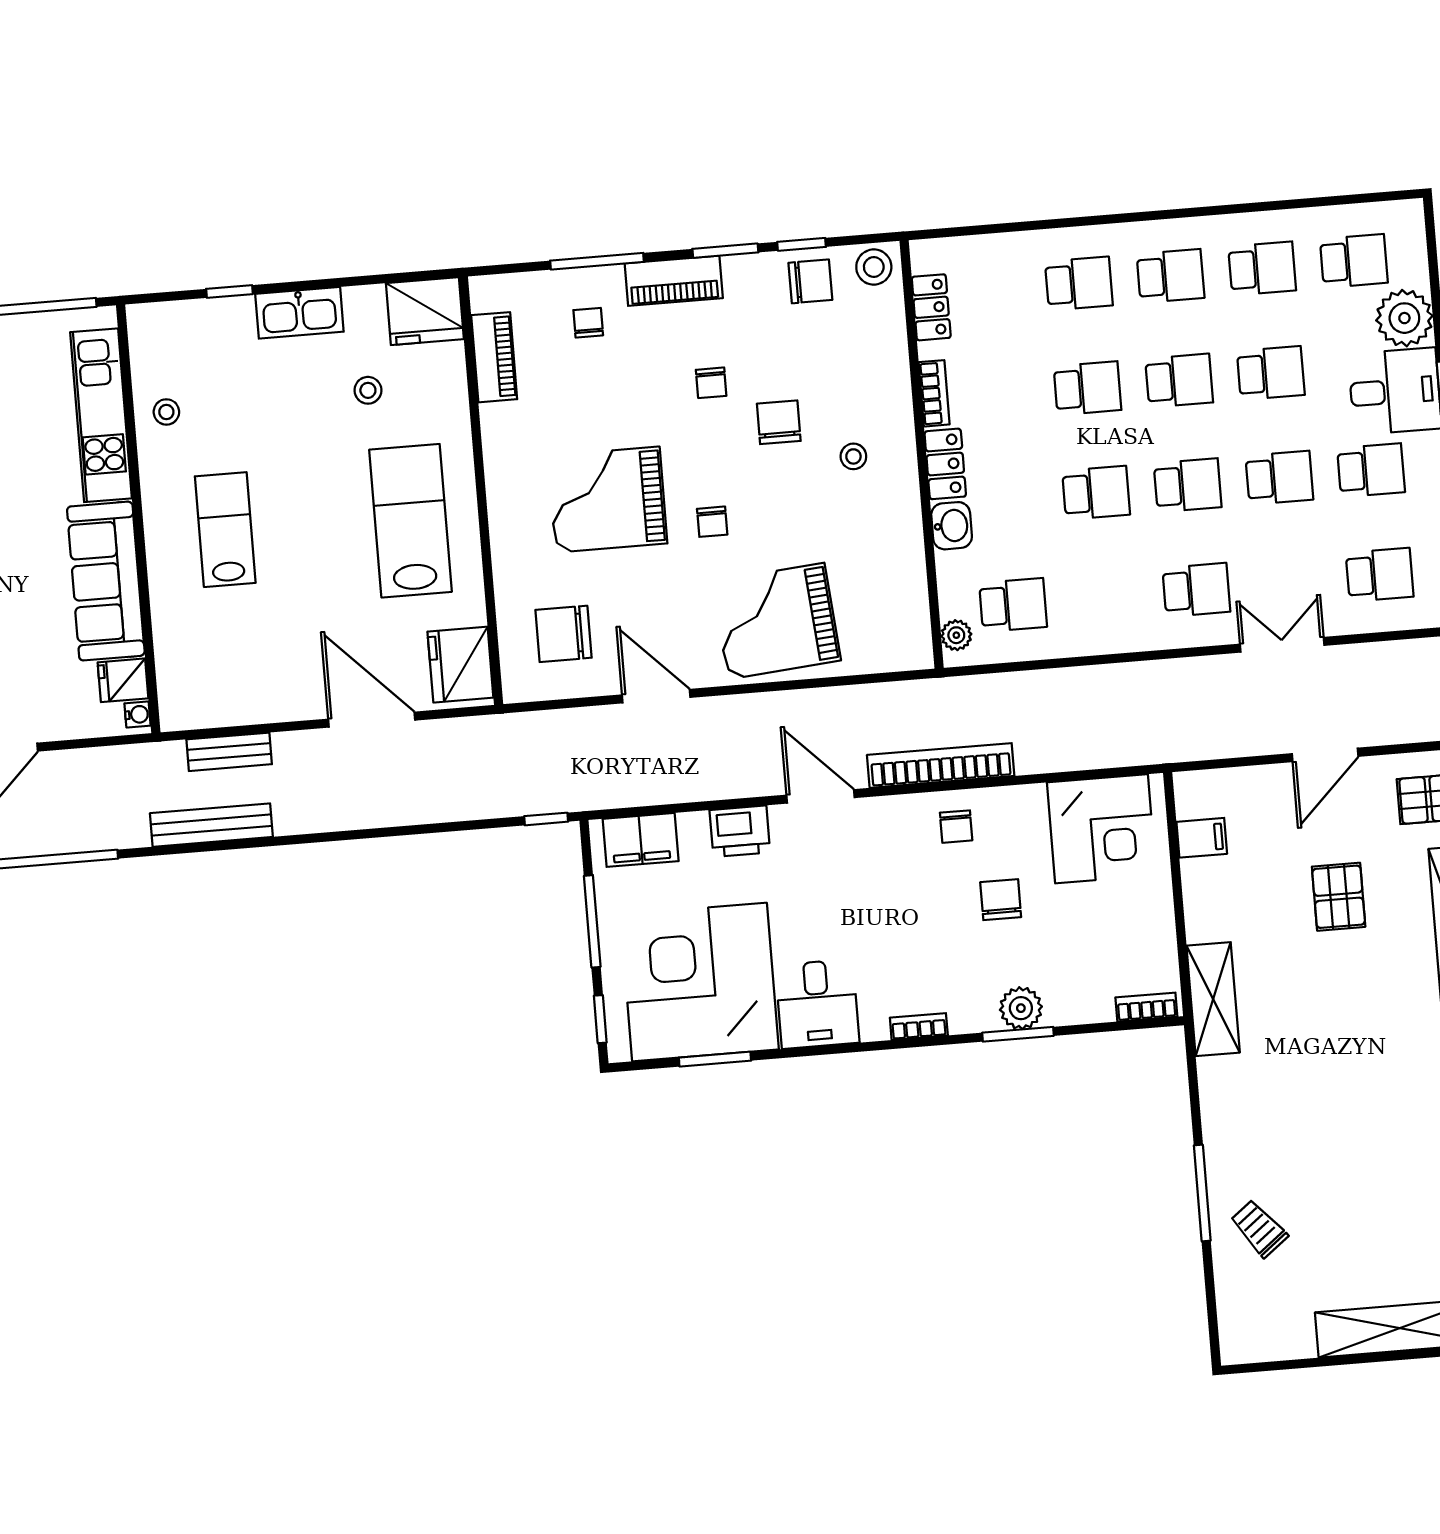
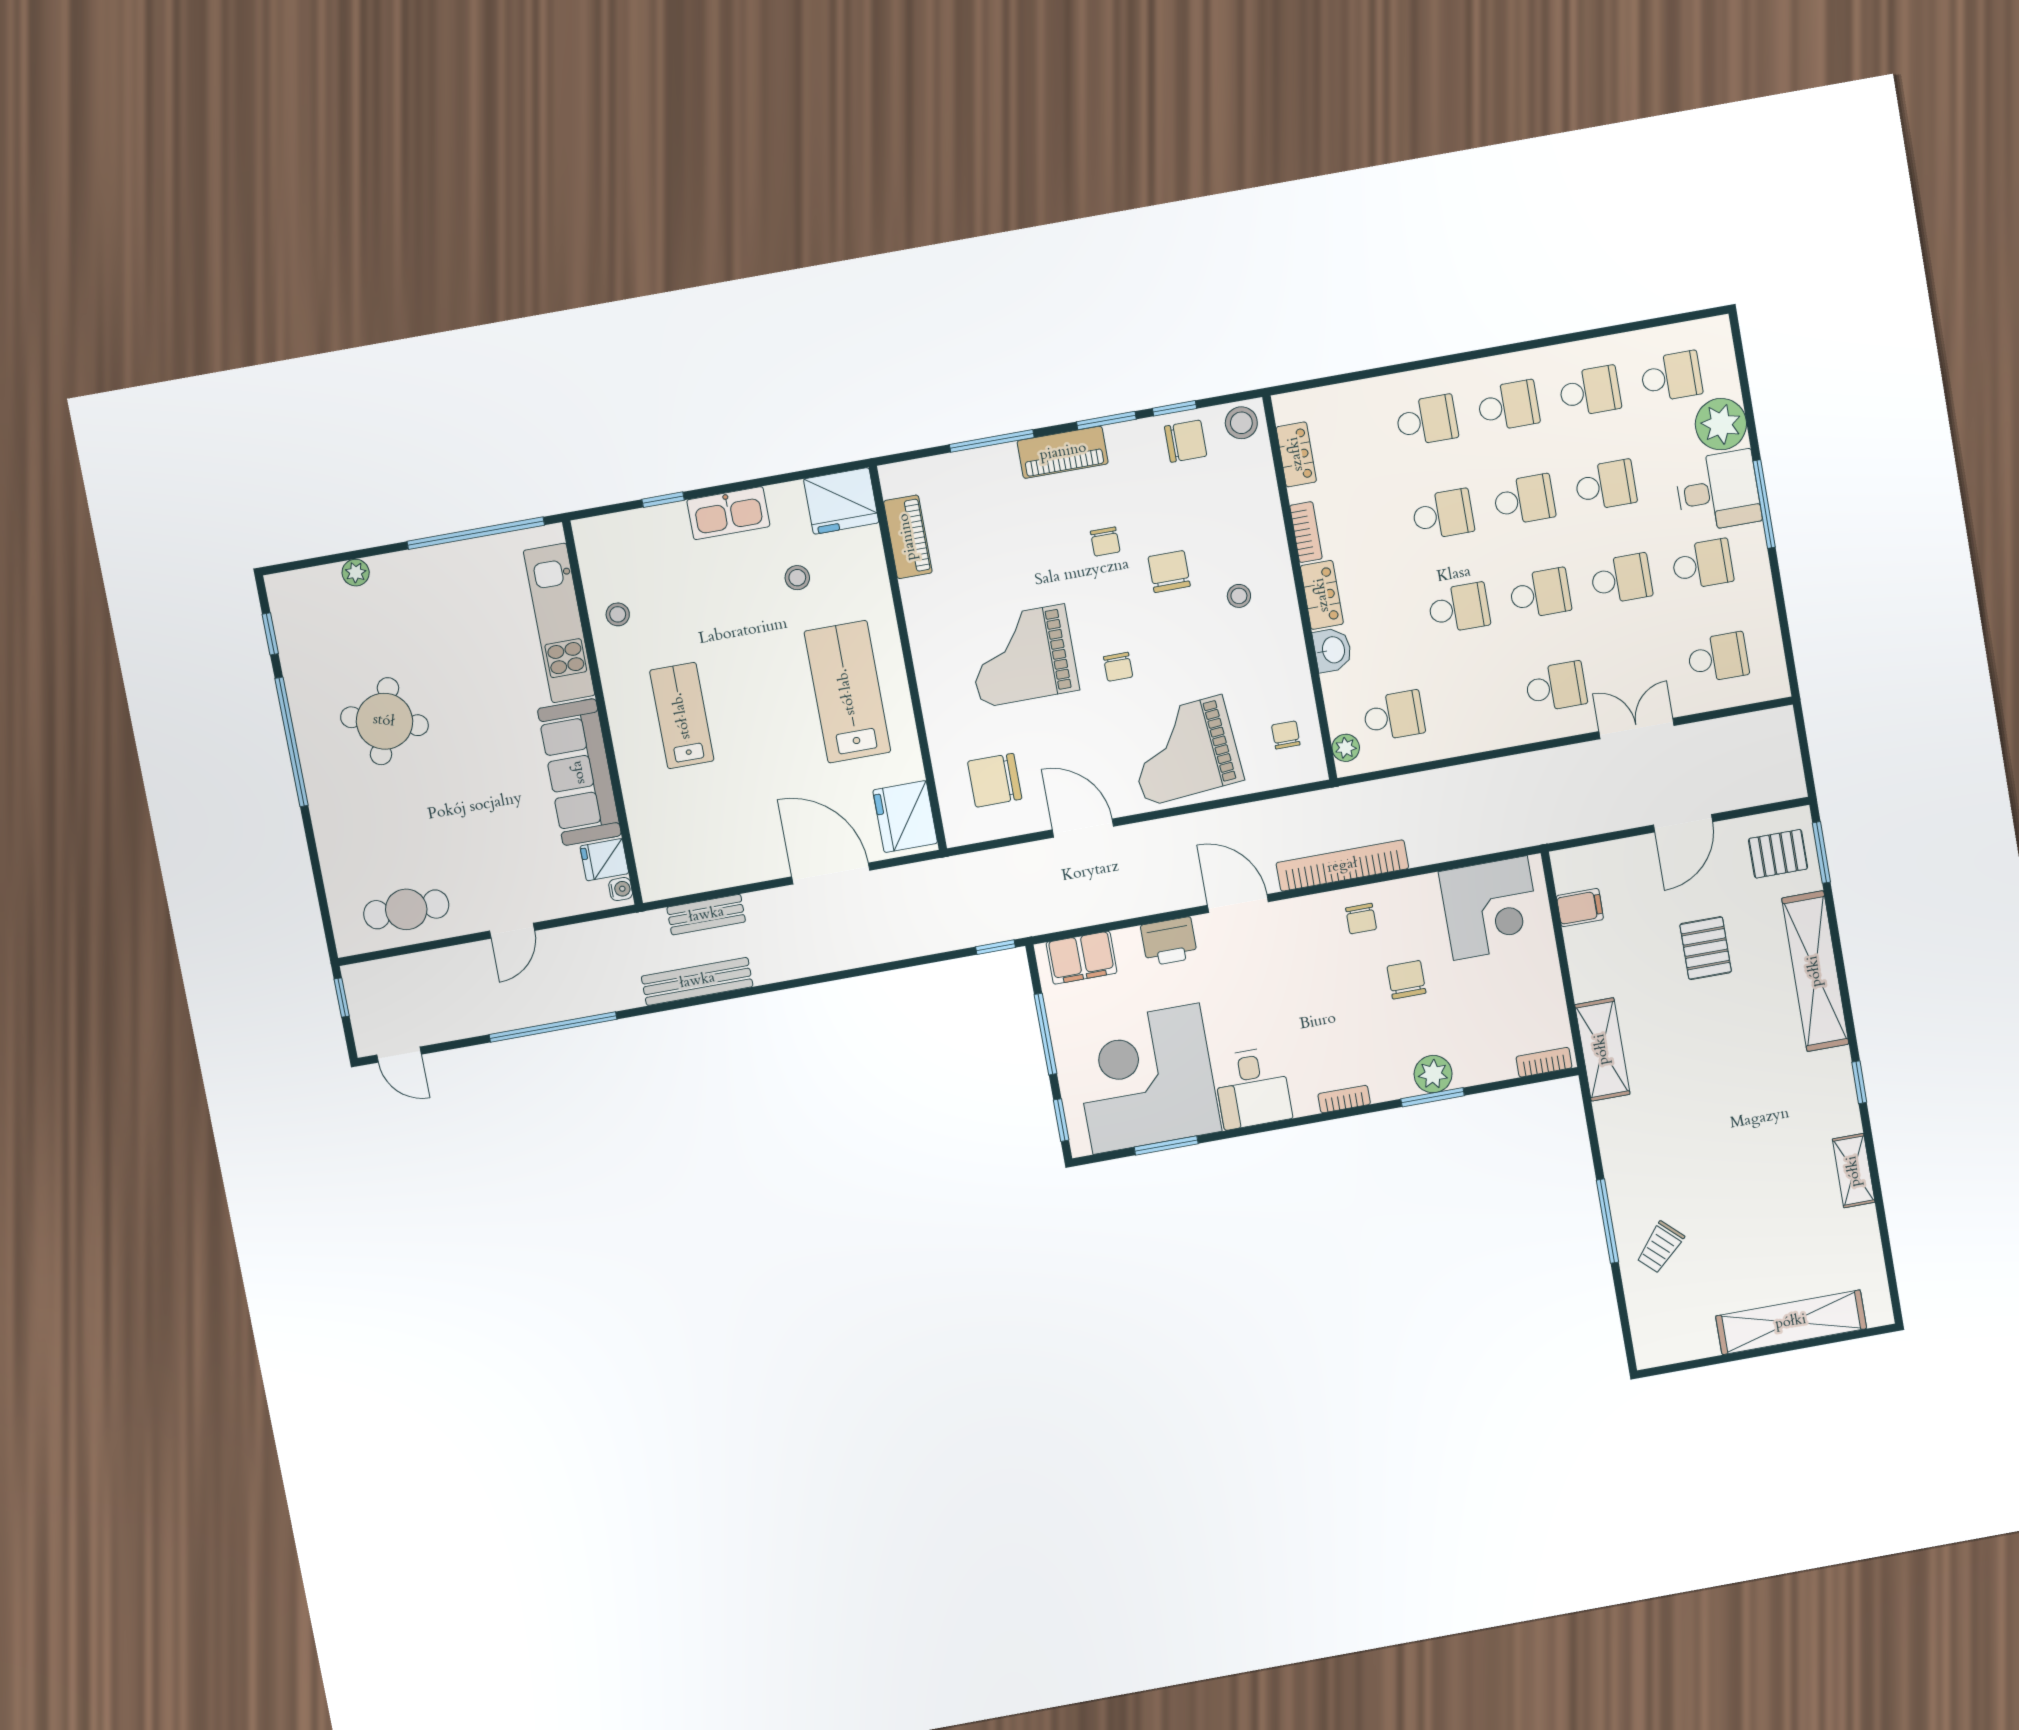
chair: (588, 323) -> (1286, 735), moved
trolley: (1259, 1228) -> (1660, 1247), turned -99

